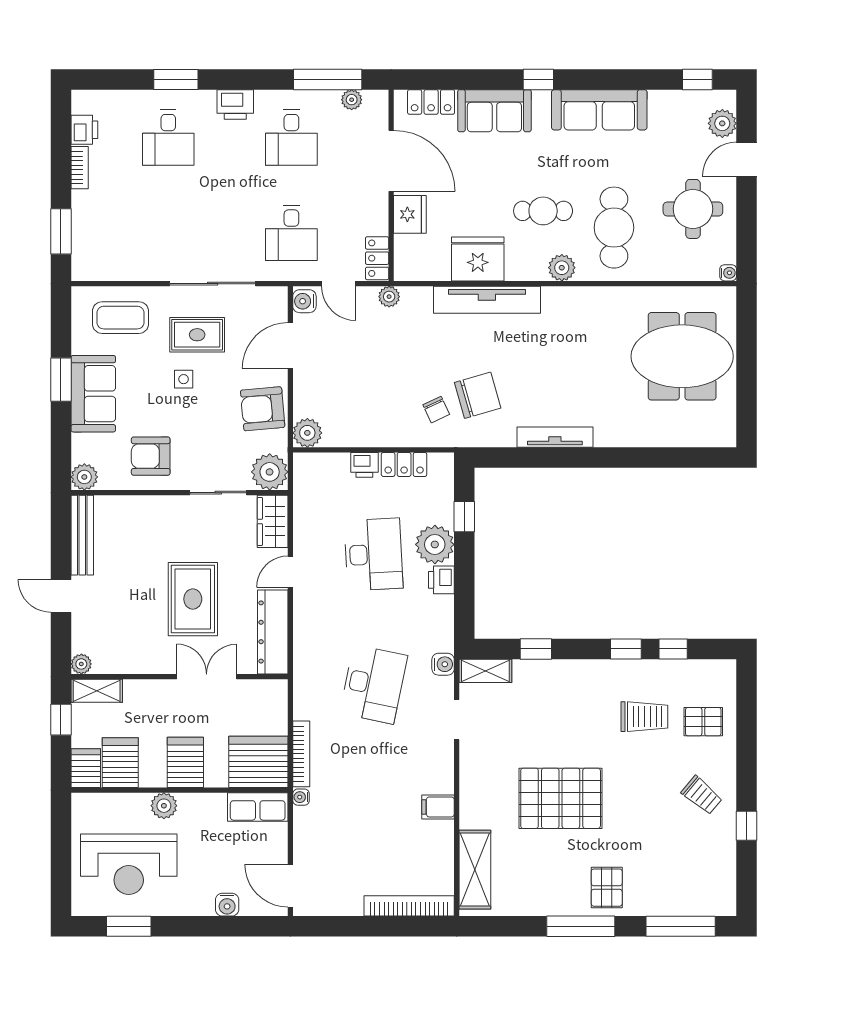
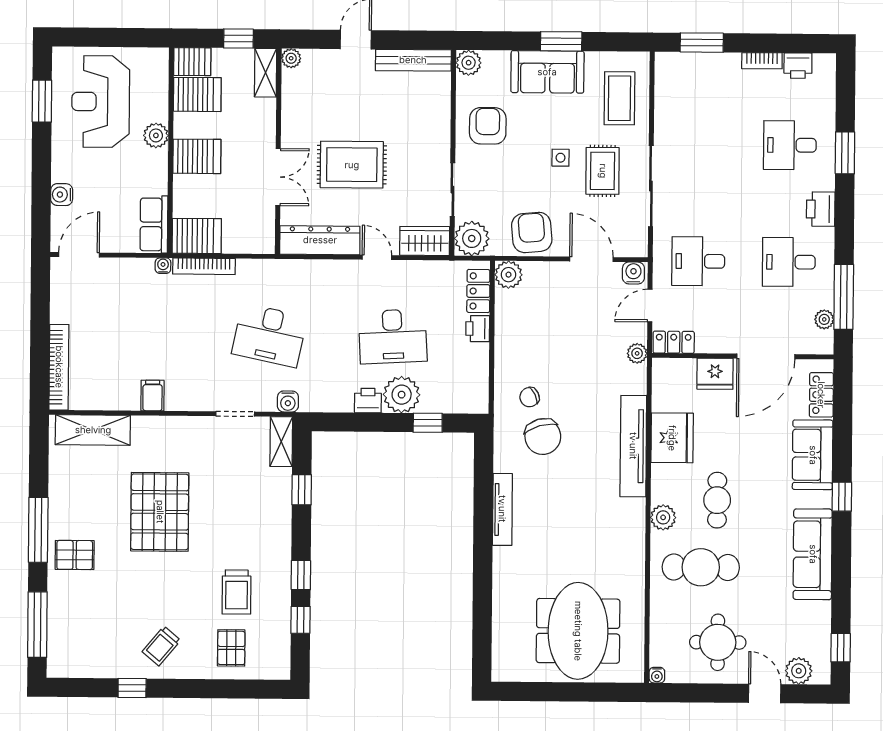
locker: (404, 464) -> (478, 291), moved
server rack: (258, 762) -> (197, 236), width x0.62

